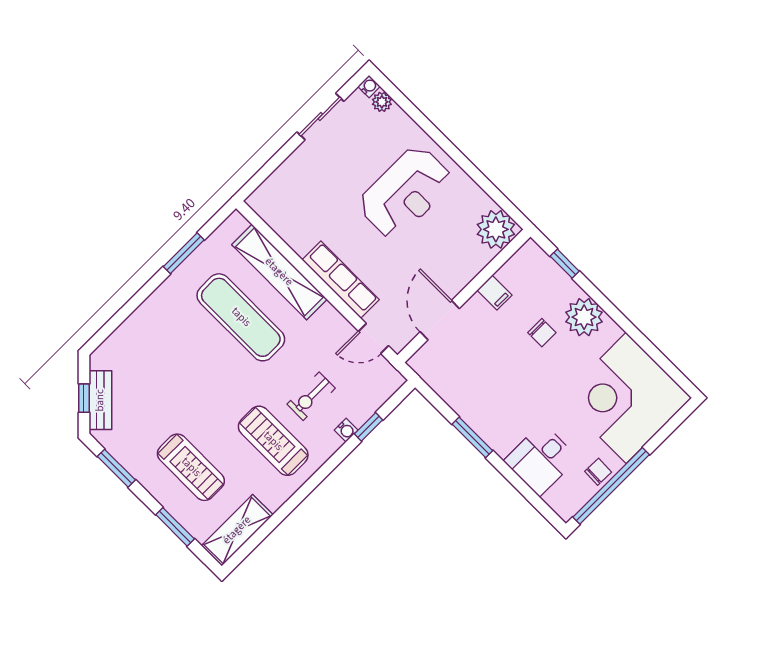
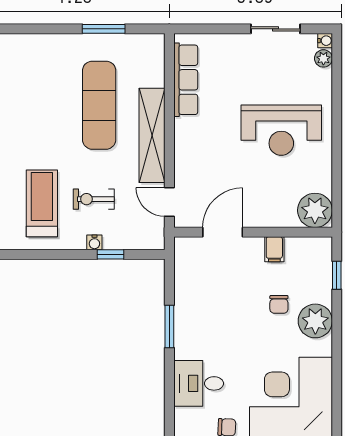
shelving: (279, 272) -> (152, 135), moved
row of seats: (341, 280) -> (186, 80), moved

